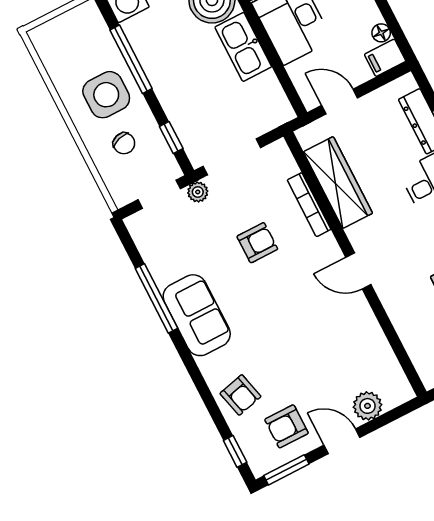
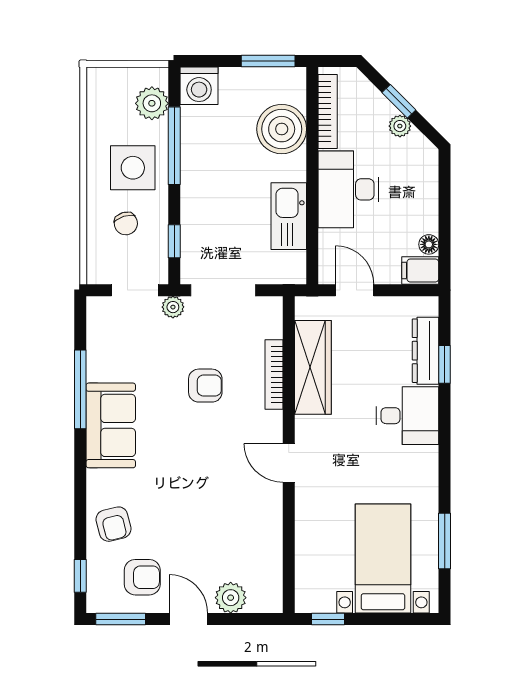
plant: (95, 34) -> (152, 103), added
kitchen sink: (243, 47) -> (289, 216), moved
armchair: (286, 426) -> (142, 577), turned 180

